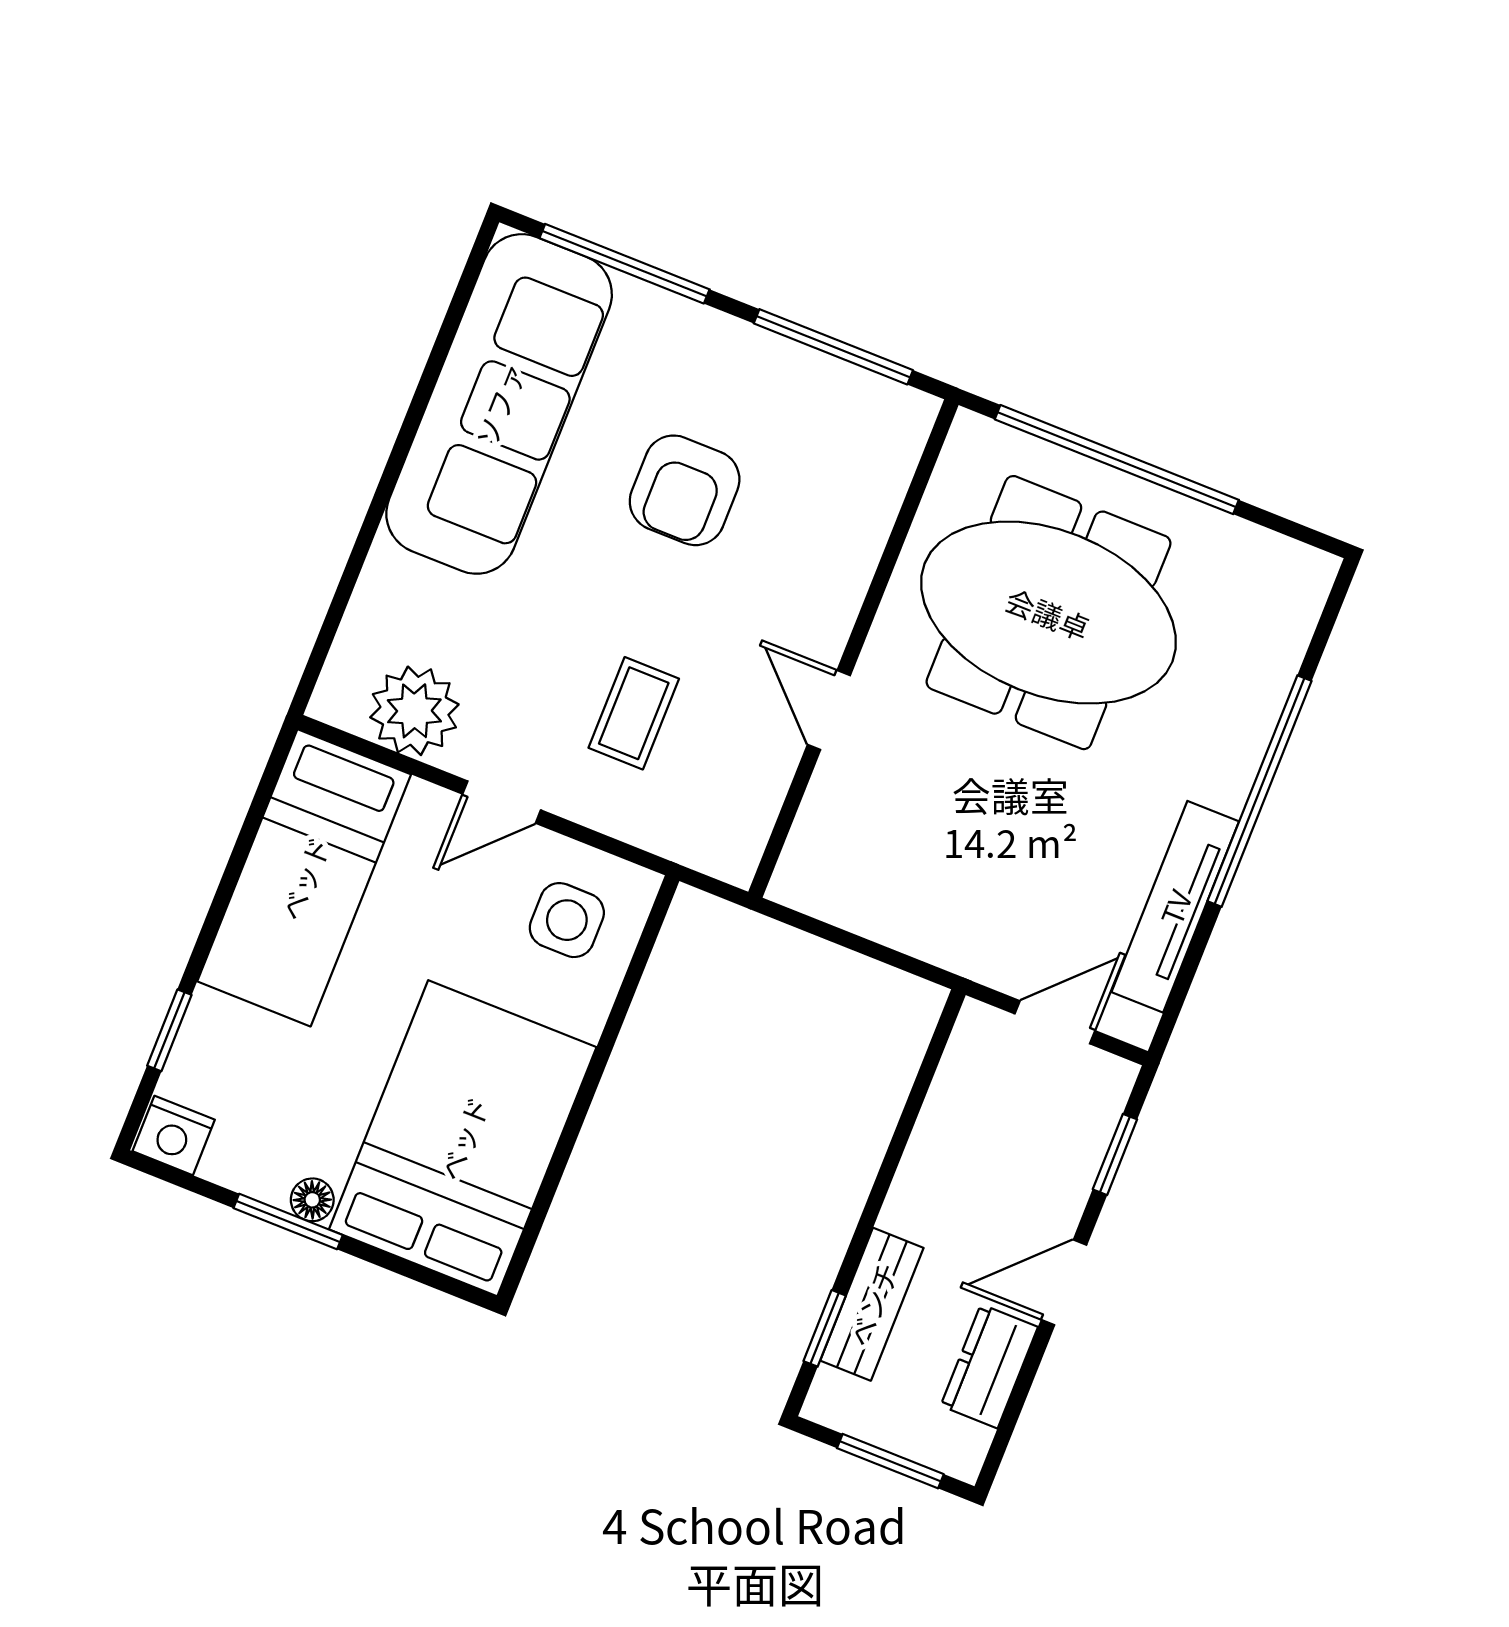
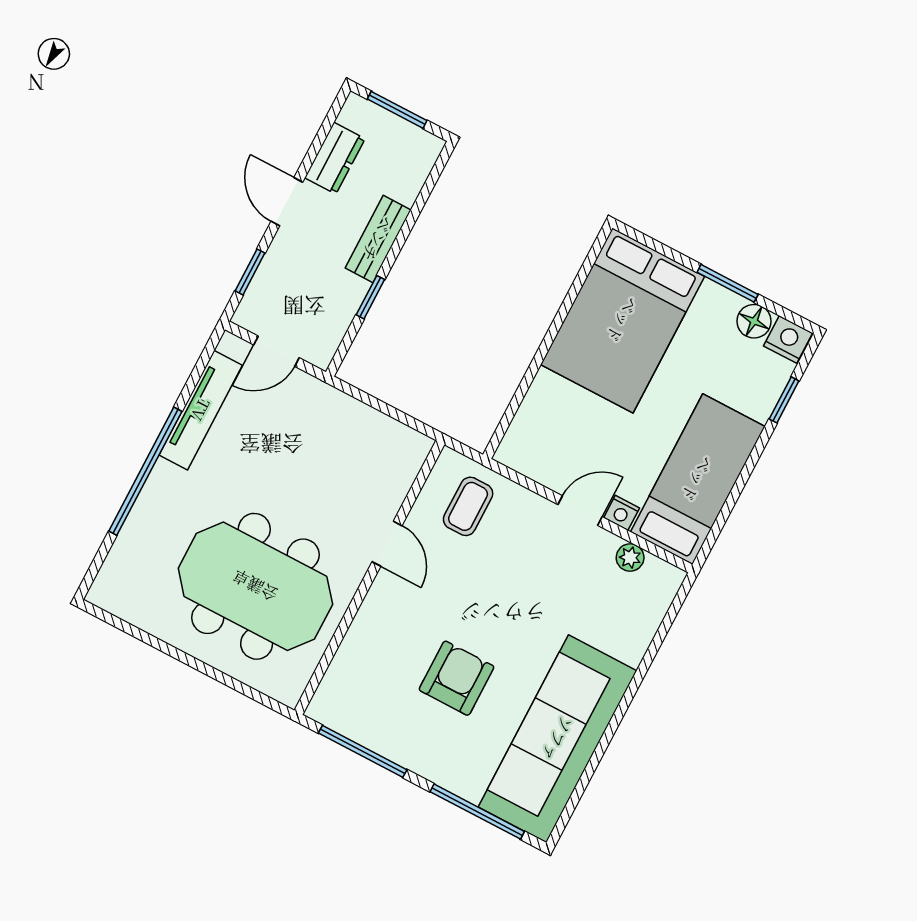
window: (1117, 460) -> (207, 670), removed
plant: (414, 711) -> (630, 557), width x0.53, depth x0.53
coffee table: (634, 713) -> (468, 506), moved
nightstand: (429, 806) -> (622, 513), added
side table: (567, 920) -> (550, 439), removed
floor lamp: (312, 1200) -> (754, 321), moved, width x1.37, depth x1.37
door: (1064, 1282) -> (287, 202), swing flipped
bench: (872, 1304) -> (378, 239), moved
window: (825, 1328) -> (370, 297), moved

